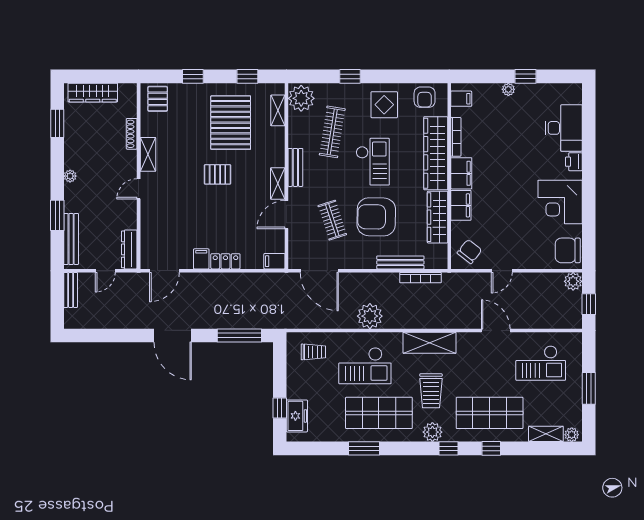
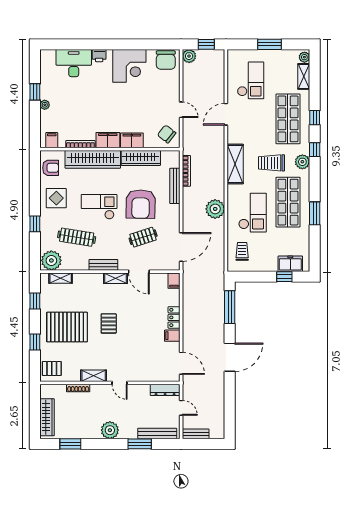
pallet: (231, 123) -> (67, 327), moved
plant: (70, 176) -> (110, 430), width x1.88, depth x1.88
trolley: (431, 391) -> (271, 163), turned 180

